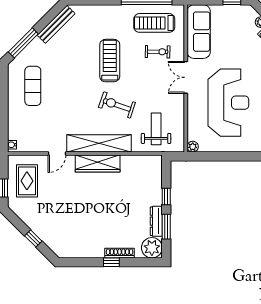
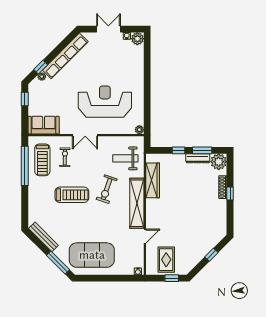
sofa: (199, 32) -> (44, 125), width x0.73
treadmill: (110, 61) -> (72, 195), turned 180
exercise mat: (33, 86) -> (92, 255), width x2.00, depth x1.45
door: (57, 154) -> (145, 236), hinge flipped
wardrobe: (98, 164) -> (153, 180), moved
rug: (27, 181) -> (166, 260), turned 90

